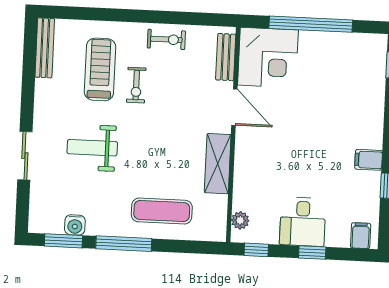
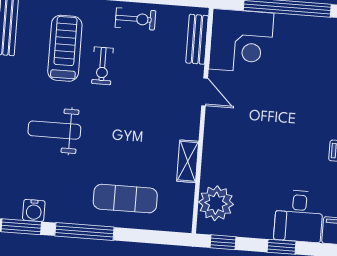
door: (234, 107) -> (205, 92), width x0.73
shelving: (218, 164) -> (188, 161), width x0.67, depth x0.75
plant: (240, 220) -> (216, 203), width x1.88, depth x1.88
desk: (303, 222) -> (299, 216), moved

